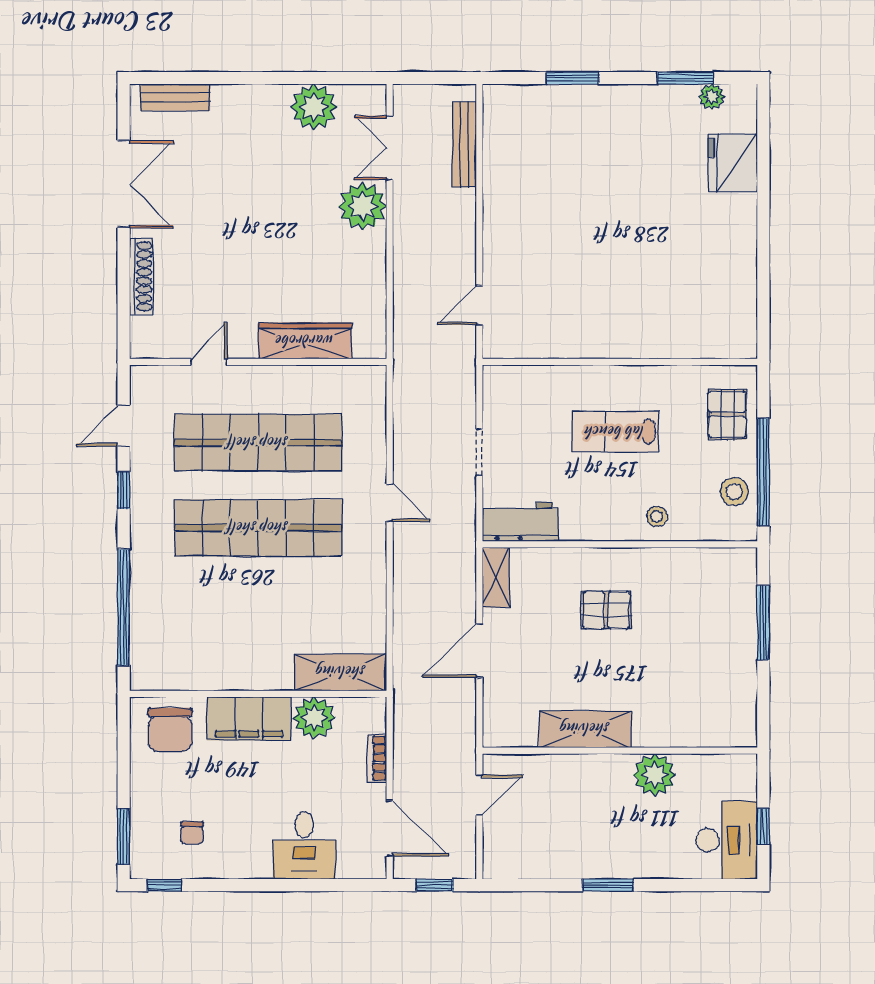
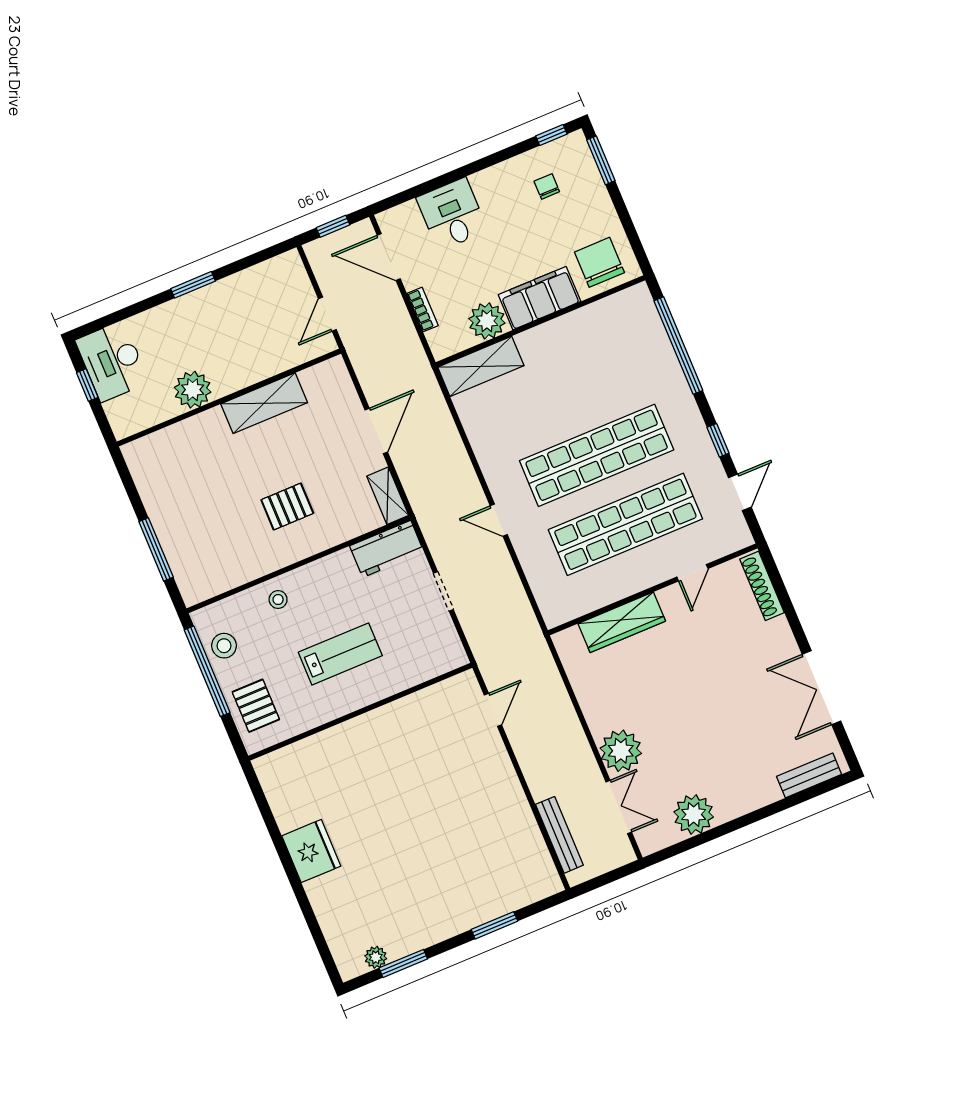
fridge: (733, 163) -> (311, 851), moved
shoe rack: (141, 276) -> (762, 586), moved

